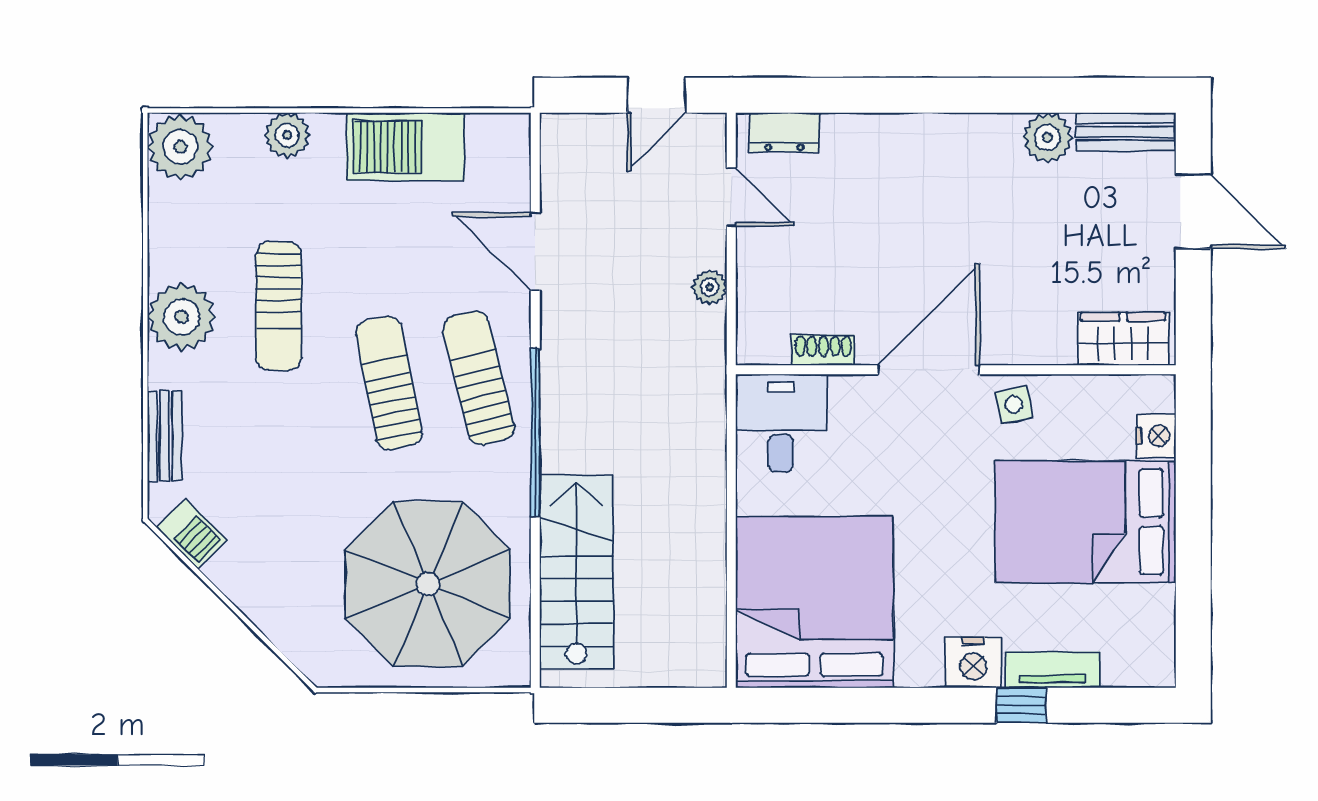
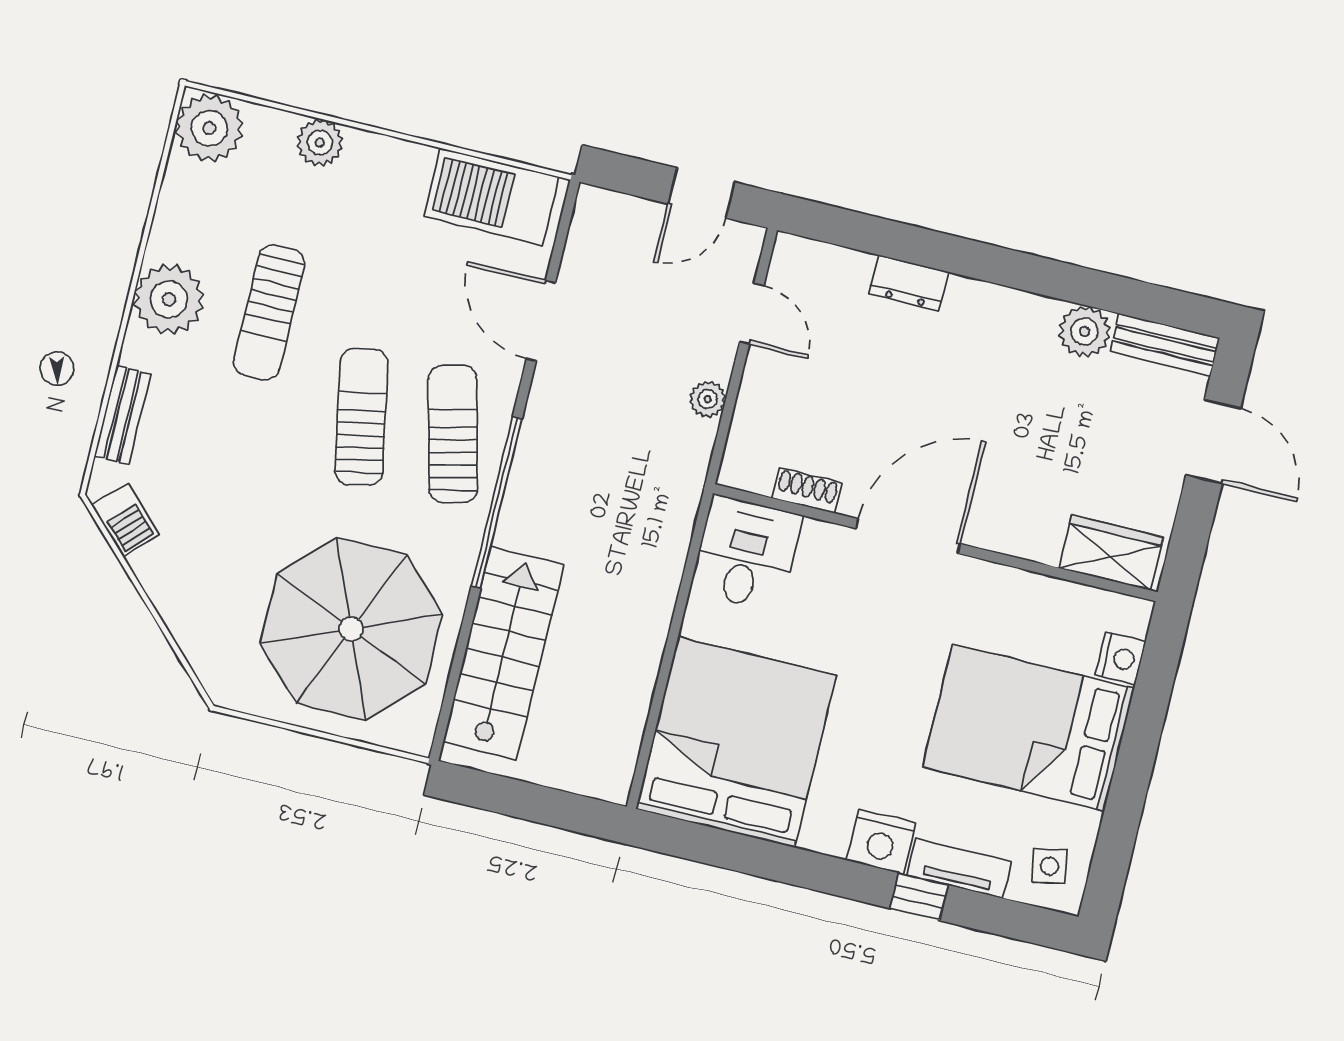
dresser: (784, 132) -> (909, 283), moved
barbecue: (406, 147) -> (492, 197), moved
side table: (1014, 405) -> (1049, 866), moved

